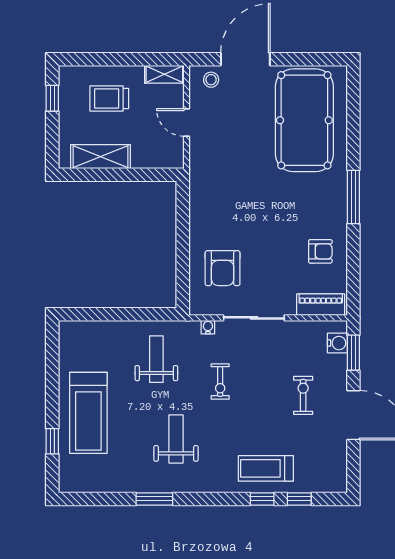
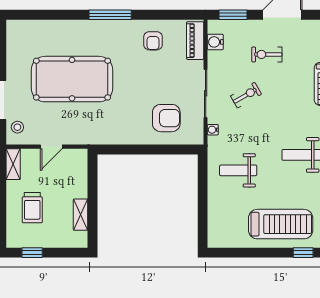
pool table: (304, 120) -> (72, 79), moved
shelving: (100, 157) -> (81, 215), width x0.67, depth x0.75
armchair: (320, 251) -> (153, 41), turned 180
water cooler: (337, 343) -> (215, 42), moved, turned -90
exercise bike: (220, 382) -> (246, 95), moved, turned -30

